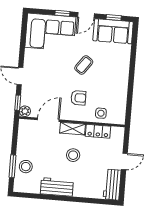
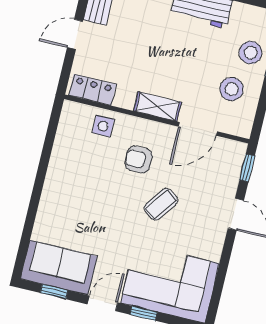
coffee table: (84, 65) -> (161, 204), moved
plant: (25, 111) -> (237, 151), removed
locker: (98, 131) -> (93, 90), moved
stool: (73, 155) -> (232, 89), moved

